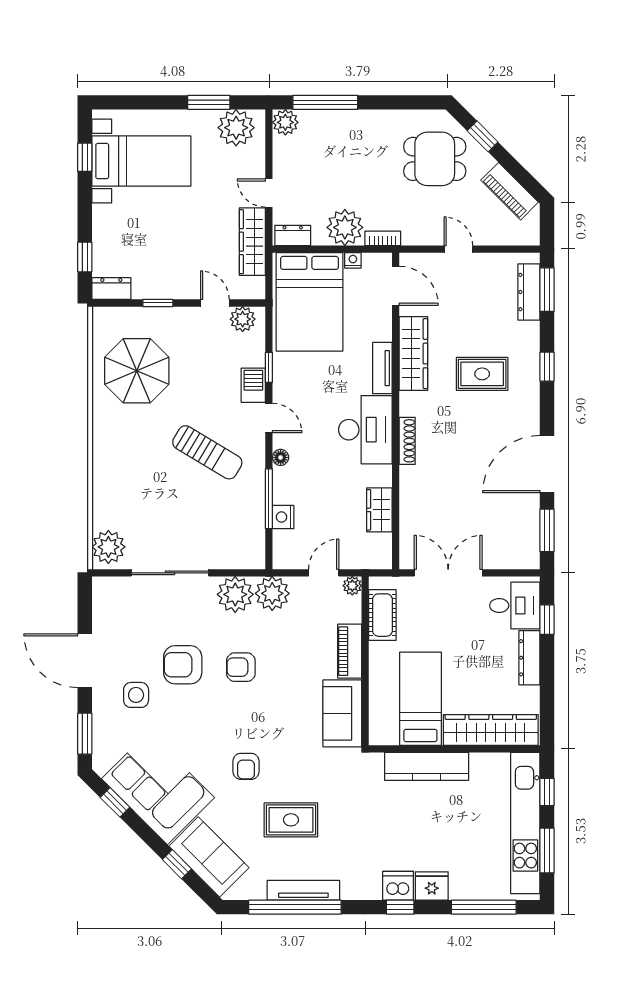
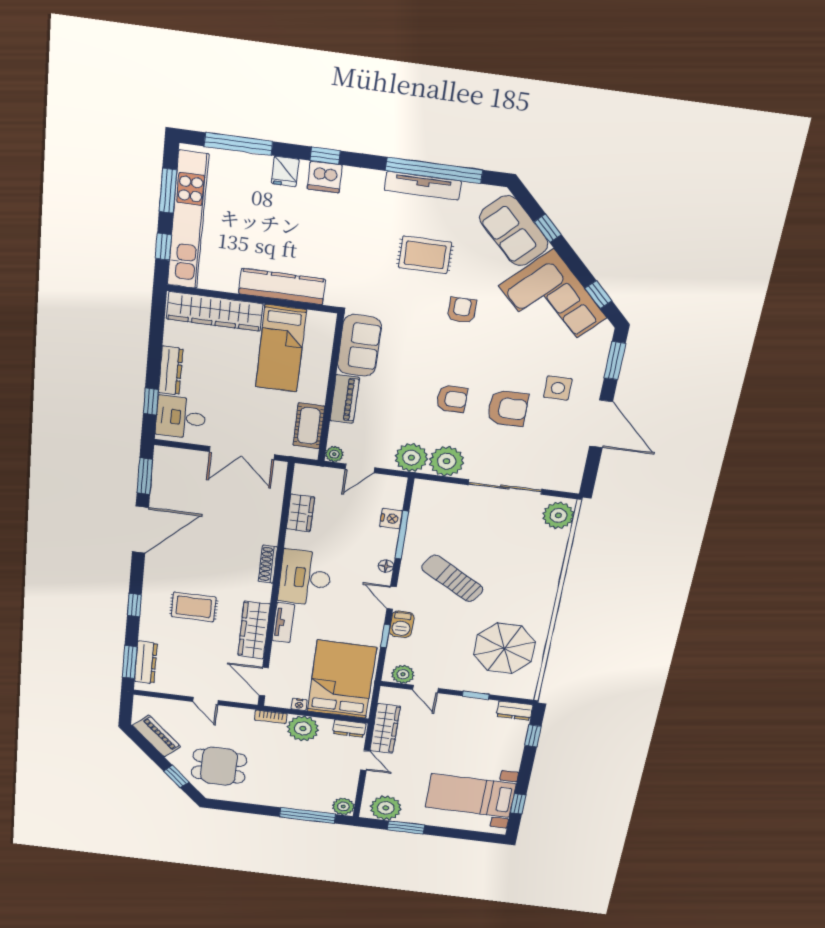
fridge: (432, 886) -> (285, 171), width x0.72

